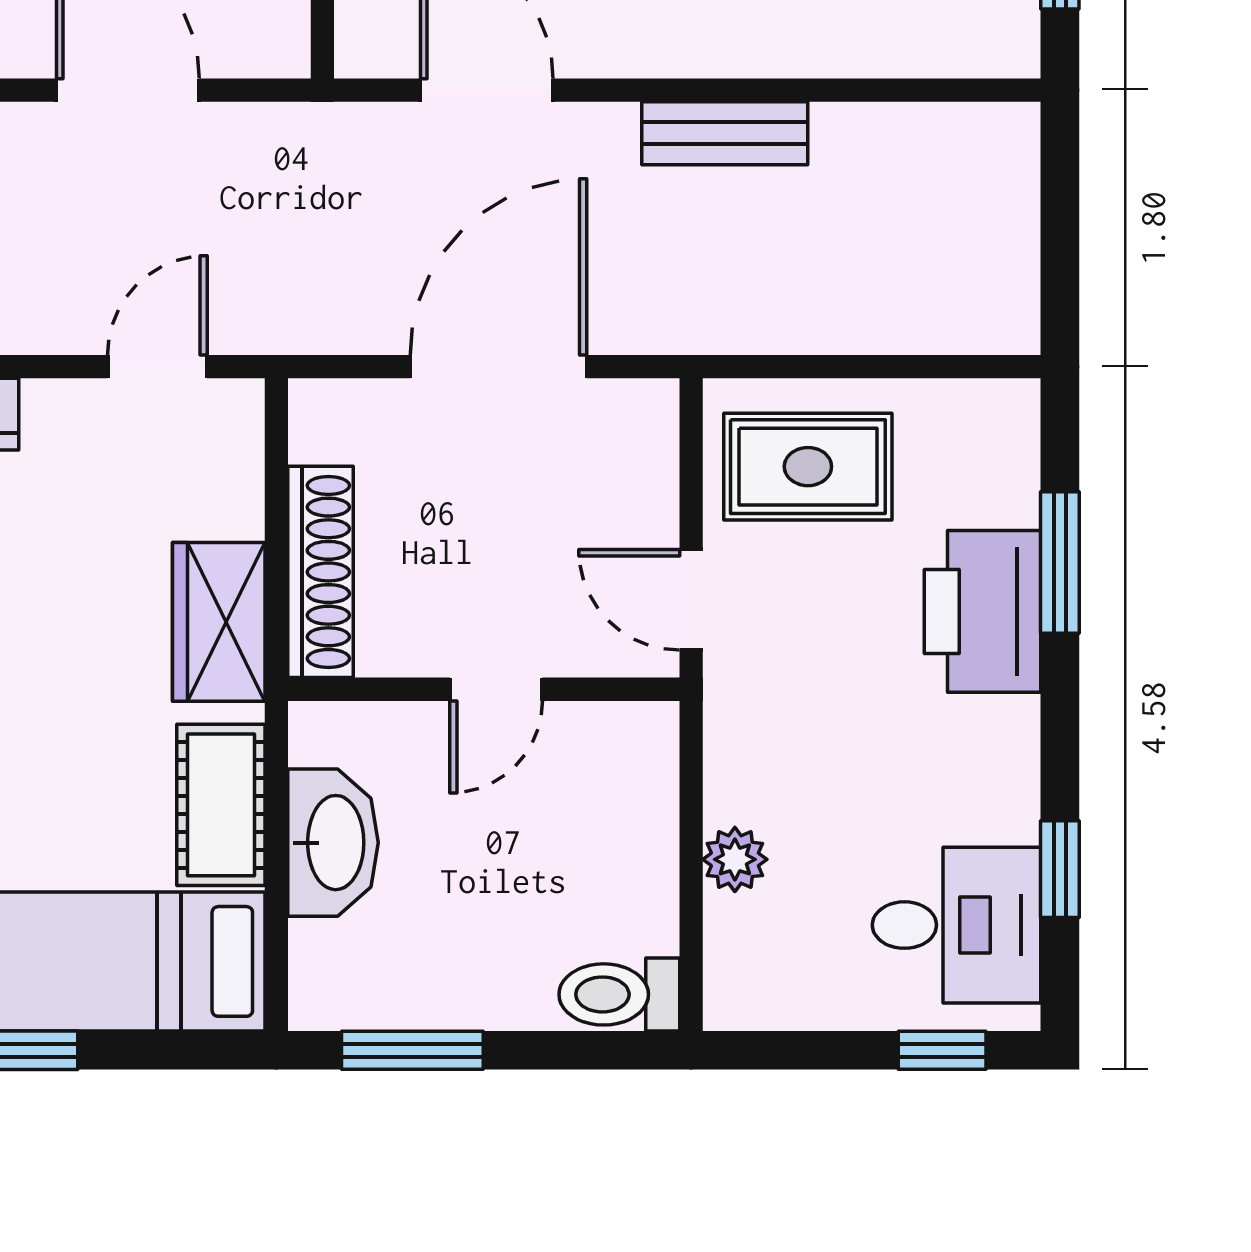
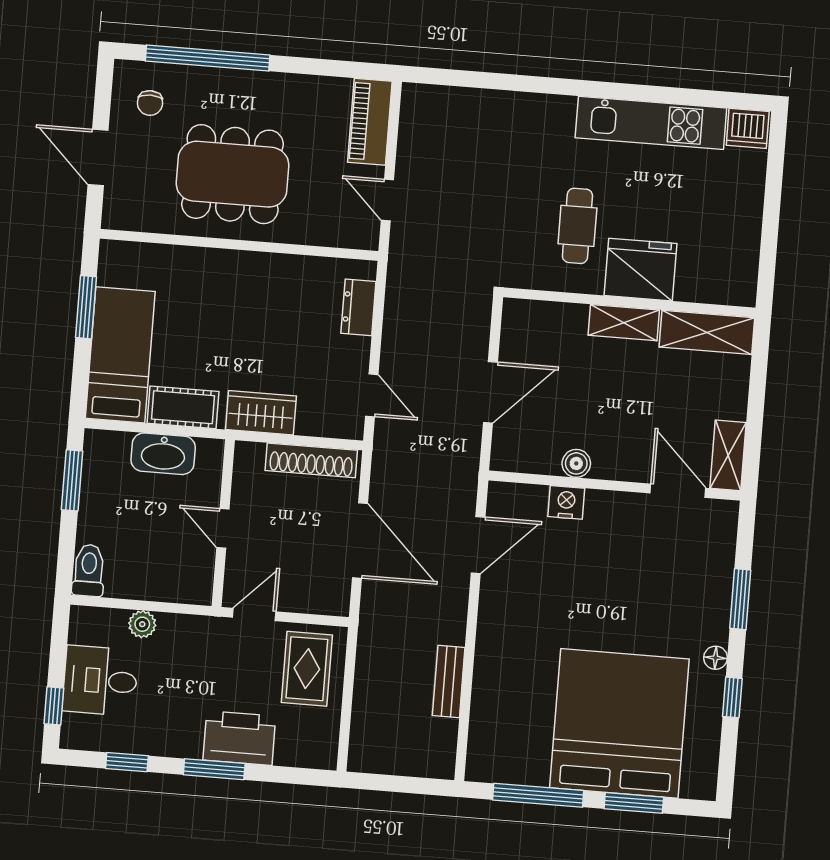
bench: (725, 133) -> (449, 681), moved
window: (1060, 562) -> (214, 769), moved
shoe rack: (321, 572) -> (311, 460), moved
desk: (957, 925) -> (100, 681), moved, turned 90

